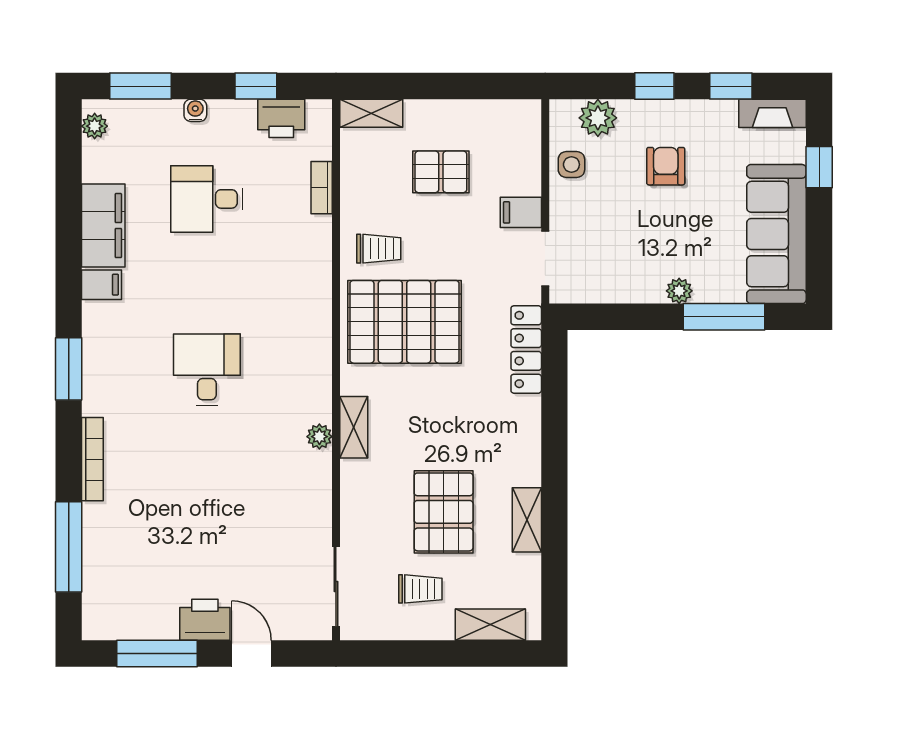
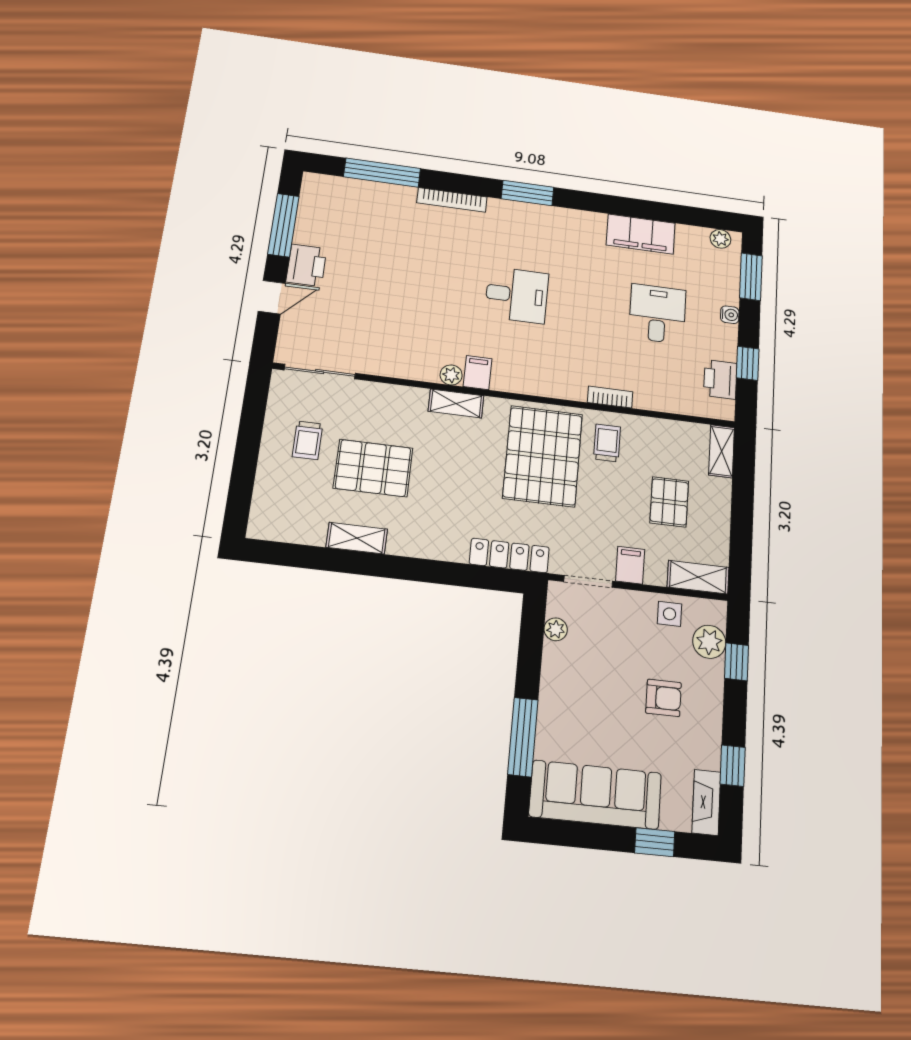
window: (654, 86) -> (737, 662), moved
bookcase: (322, 188) -> (610, 397), moved
trolley: (379, 249) -> (607, 443), turned 180
filing cabinet: (102, 285) -> (477, 373), moved, turned 180
plant: (679, 291) -> (556, 629), moved
shelving: (490, 625) -> (698, 577), moved, turned 90

